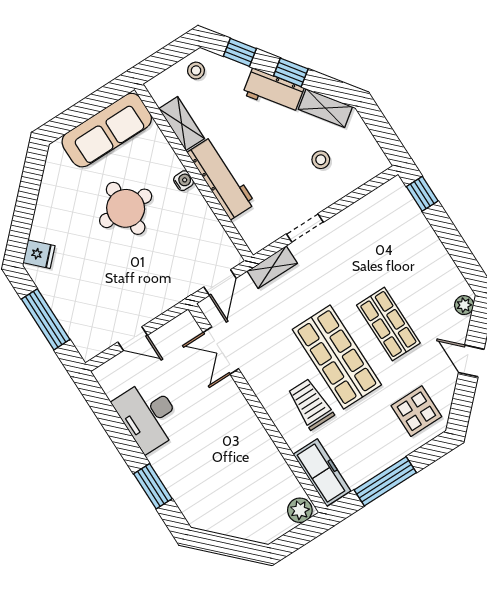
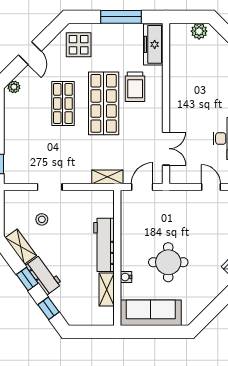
stool: (196, 71) -> (80, 314), removed
water cooler: (184, 181) -> (126, 277), moved
doorway: (305, 228) -> (50, 187), moved
plant: (300, 510) -> (199, 31), moved

